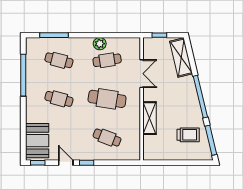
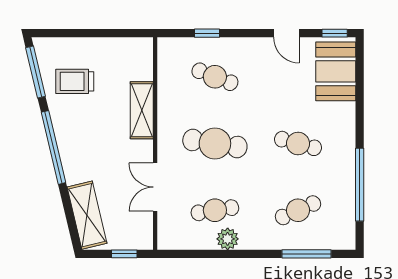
cafe table: (59, 60) -> (298, 210), turned -39
window: (87, 163) -> (207, 33), moved

